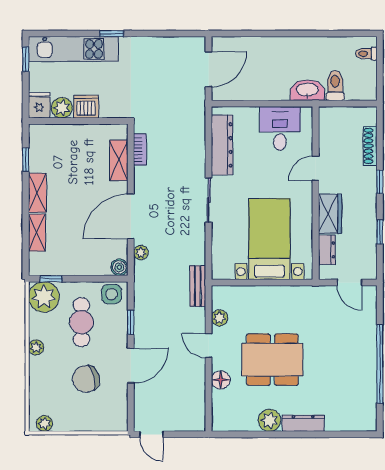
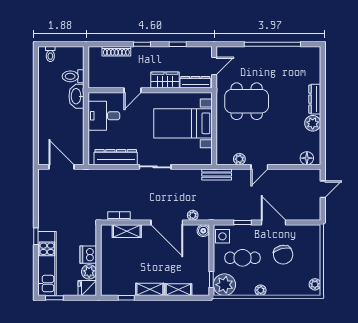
door: (316, 168) -> (132, 90), hinge flipped
dresser: (327, 250) -> (195, 82), width x1.44
dining table: (272, 360) -> (247, 101), moved, turned 90
floor lamp: (221, 380) -> (307, 158), moved
door: (151, 434) -> (323, 189), moved

